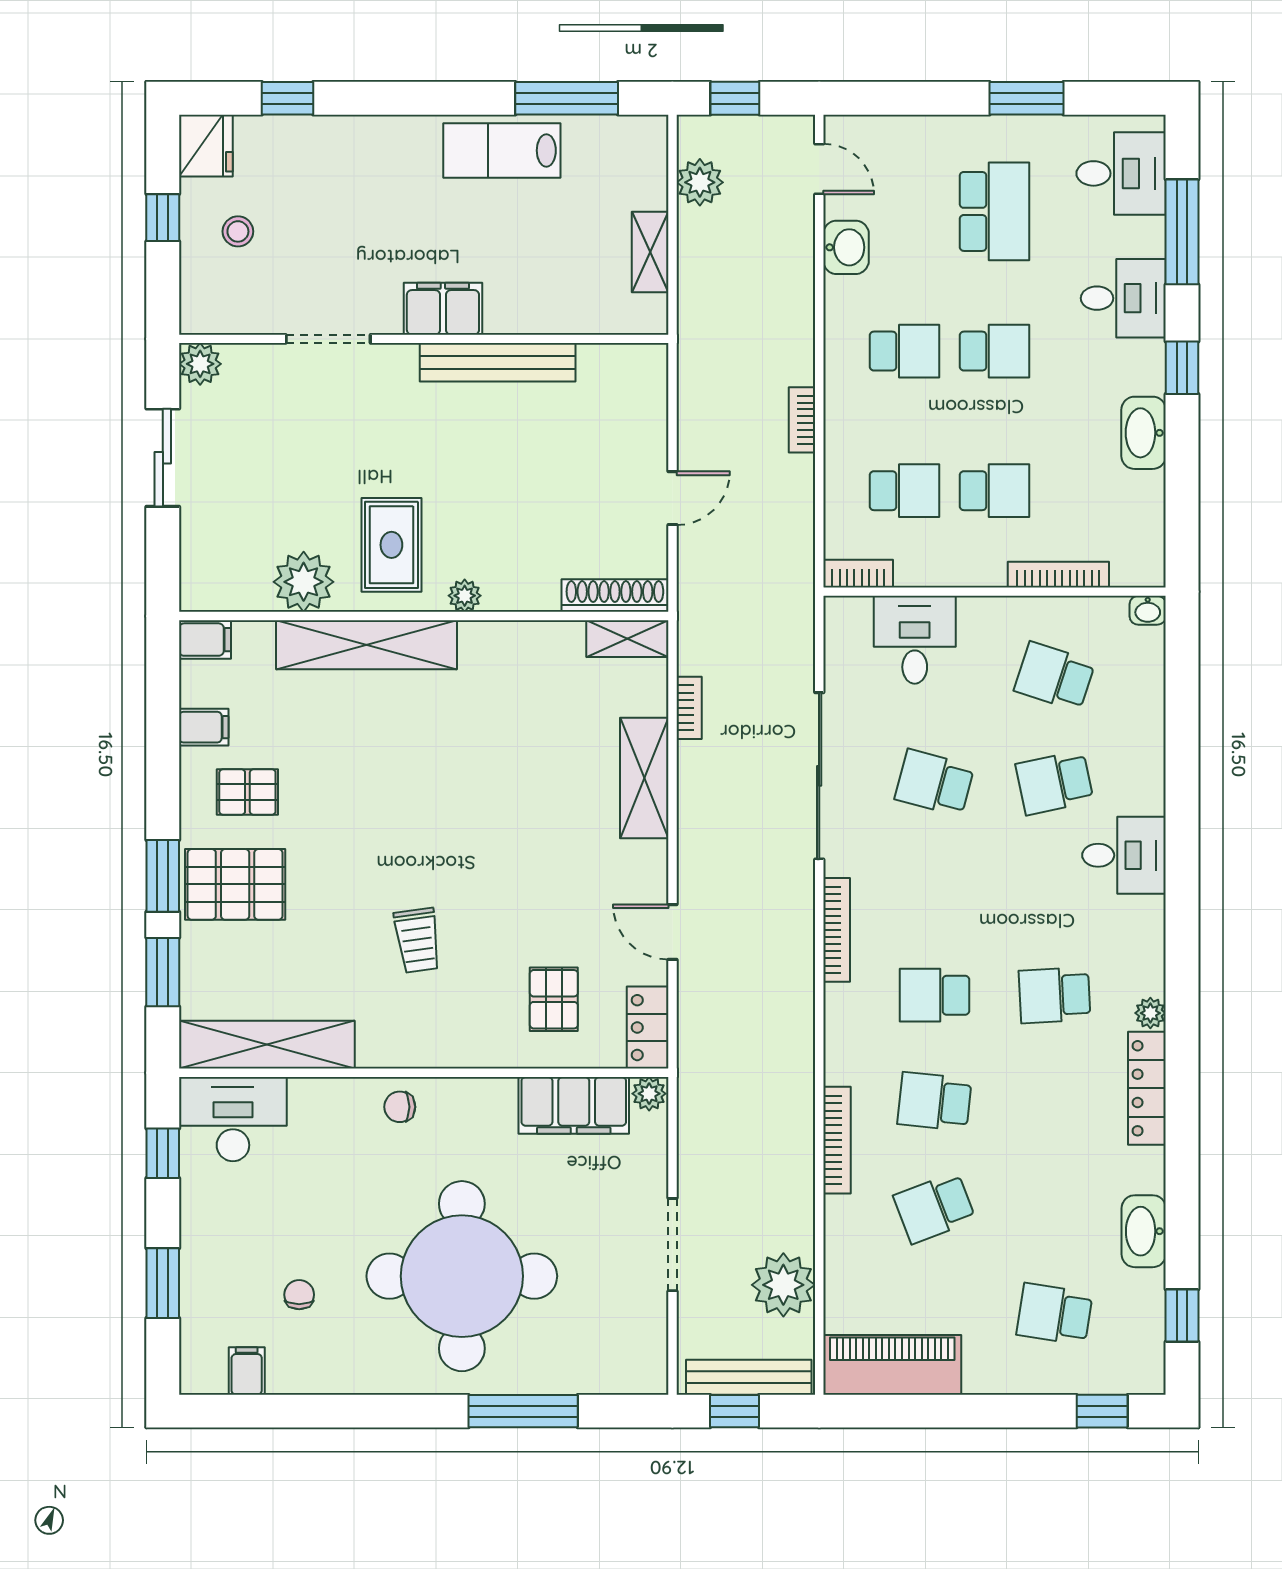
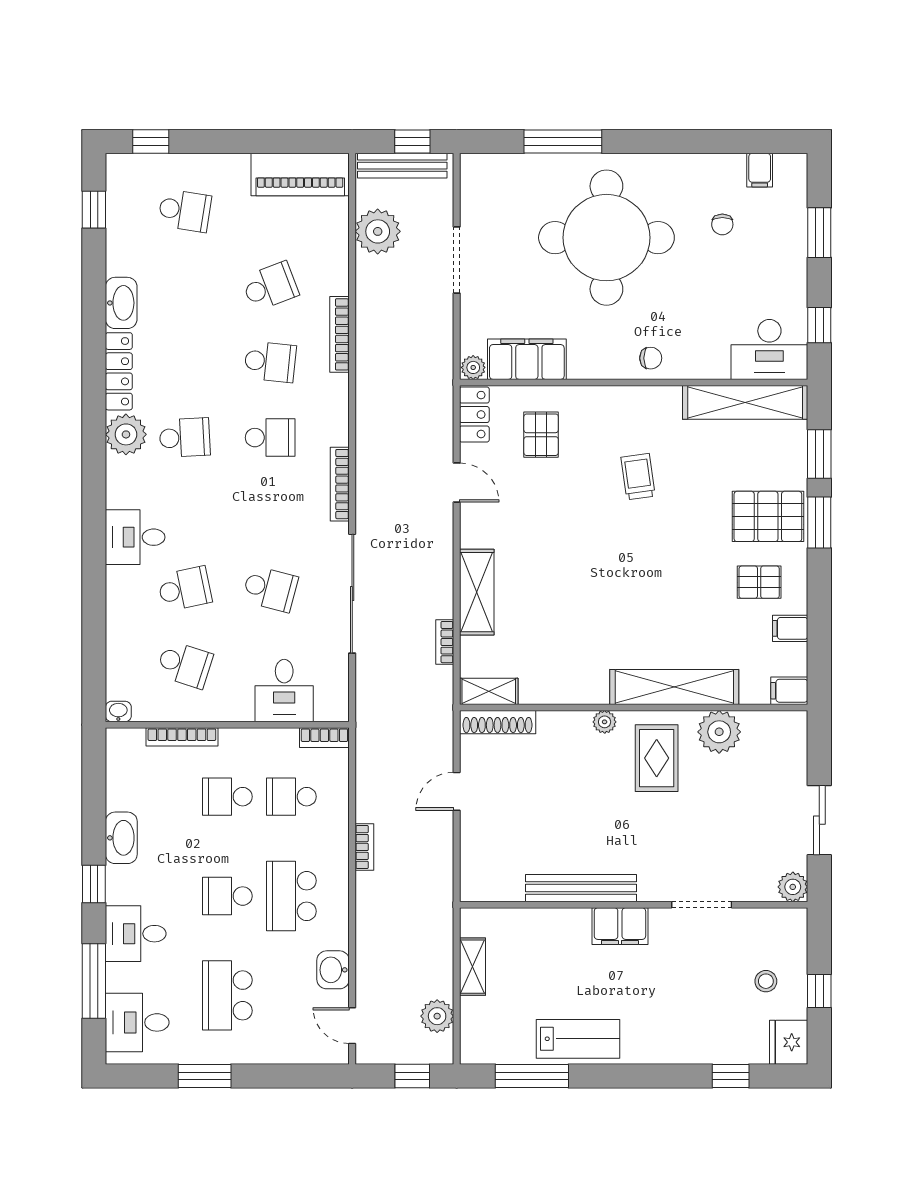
school desk: (905, 351) -> (291, 896), width x1.85
plant: (1150, 1013) -> (126, 434), width x1.88, depth x1.88
washbasin: (1144, 1231) -> (121, 303), moved

